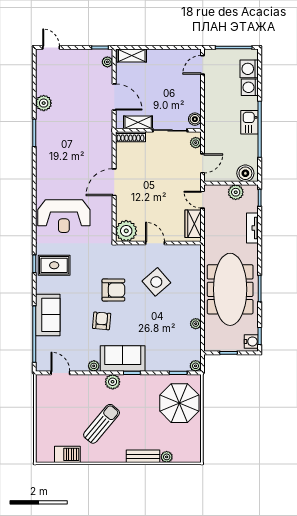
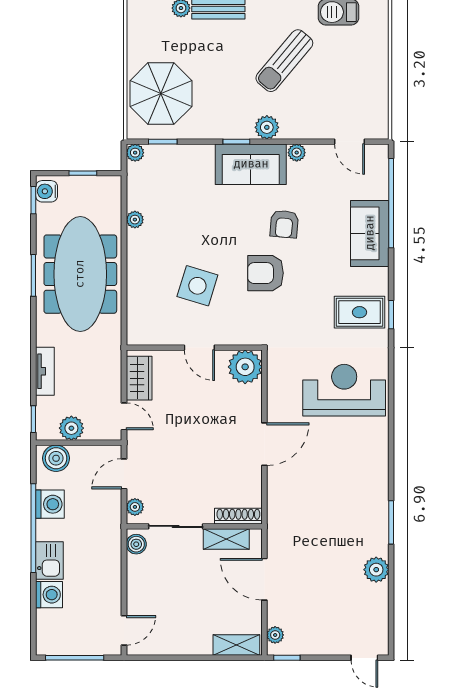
washing machine: (249, 69) -> (50, 504), moved
kitchen sink: (250, 122) -> (49, 561), moved
side table: (156, 282) -> (197, 286), turned -32

